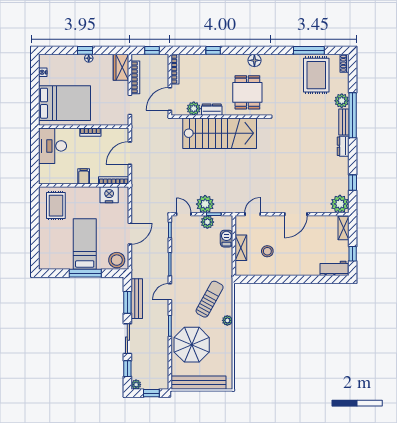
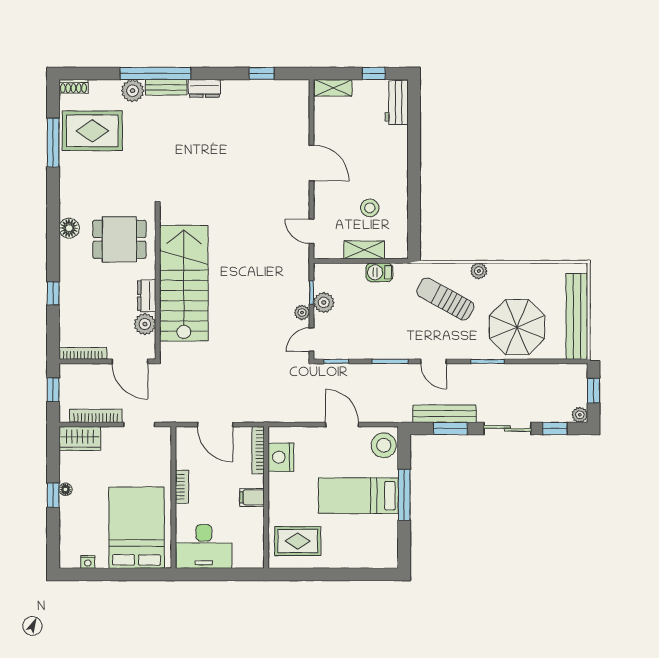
plant: (205, 204) -> (302, 312), width x0.53, depth x0.53
plant: (340, 204) -> (295, 94), removed
barbecue: (226, 239) -> (379, 272), moved

